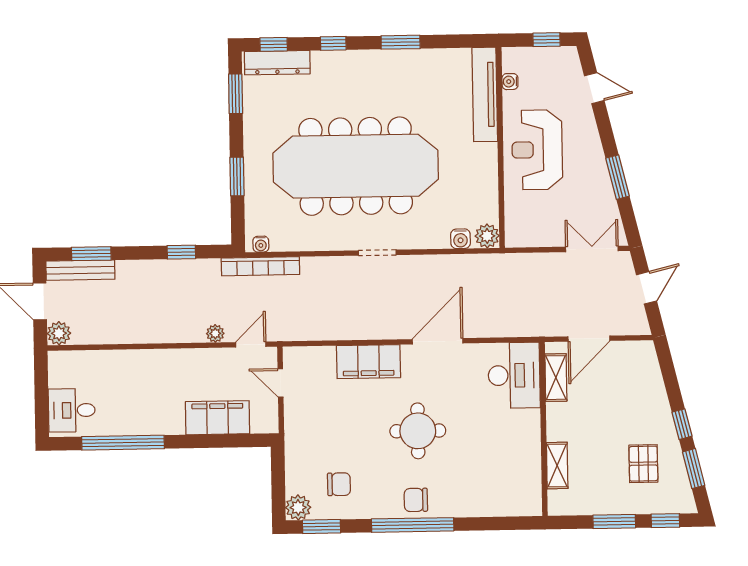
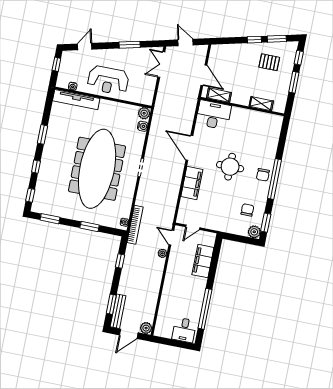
dresser: (277, 63) -> (39, 195), removed

